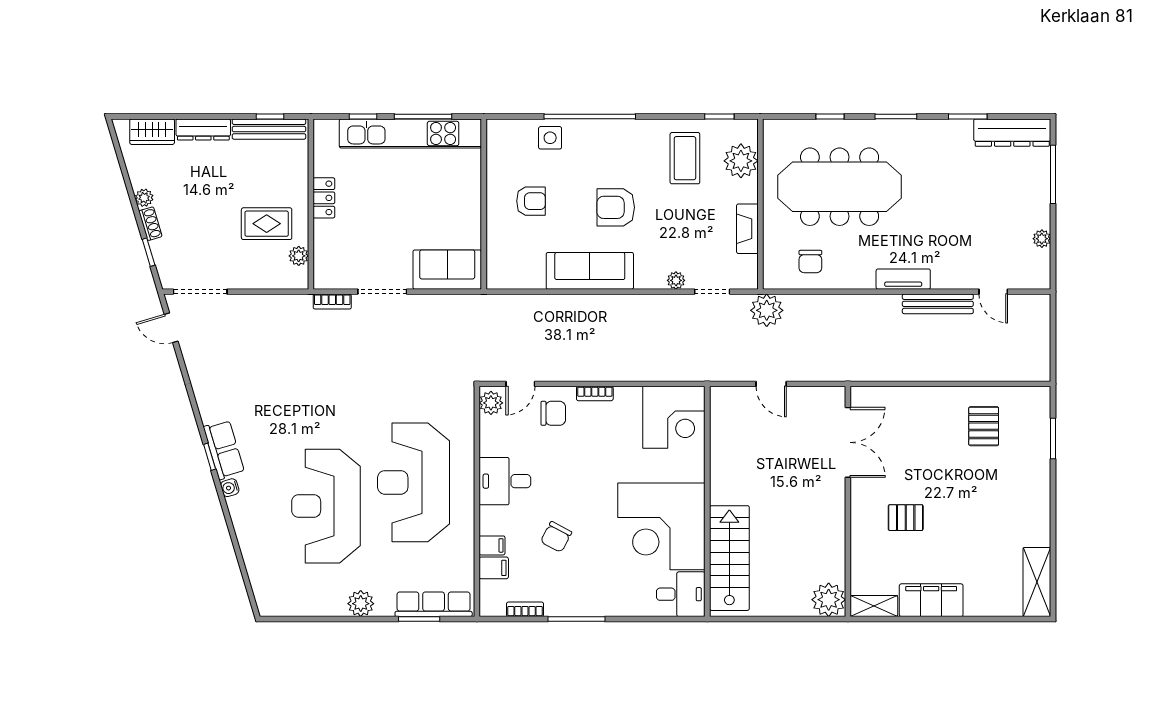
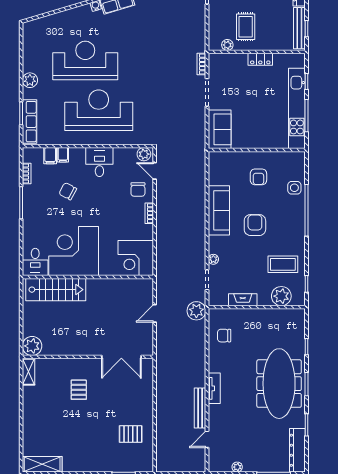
meeting table: (840, 187) -> (279, 384), moved
filing cabinet: (931, 600) -> (32, 404), removed

